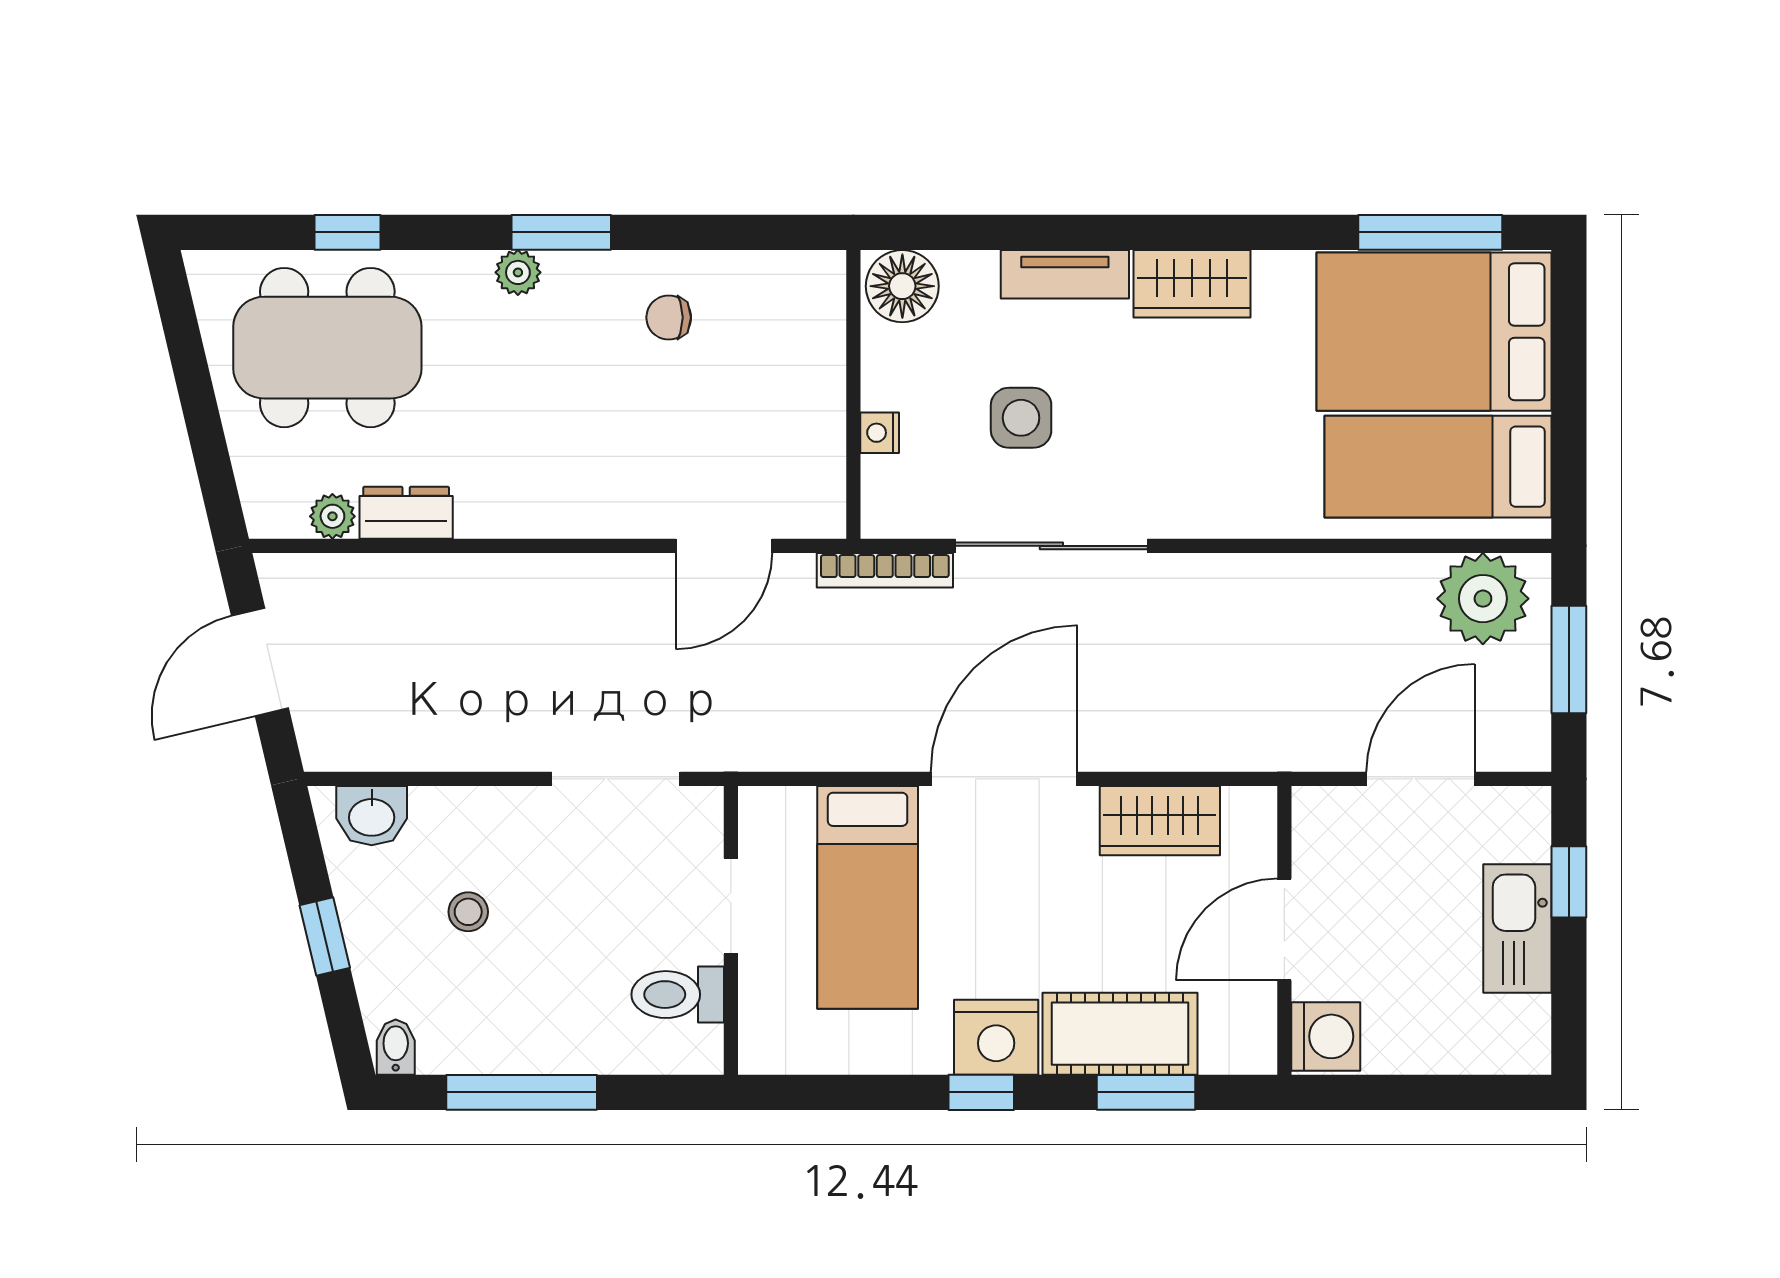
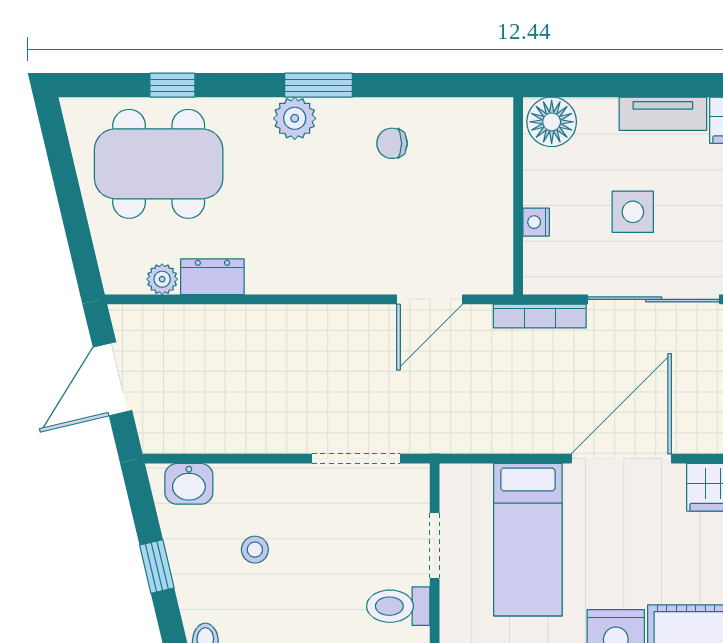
plant: (518, 272) -> (295, 118), width x1.38, depth x1.38

